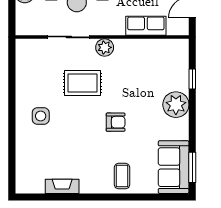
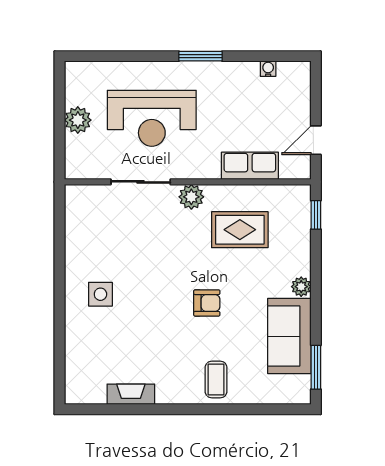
window: (192, 79) -> (316, 215), moved
rug: (82, 83) -> (240, 230), moved
plant: (176, 105) -> (301, 287), width x0.53, depth x0.53
sofa: (174, 167) -> (289, 336), moved

